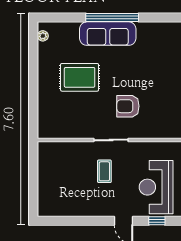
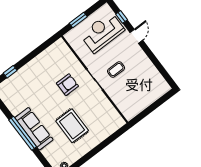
armchair: (128, 106) -> (67, 85), turned -90
reception desk: (156, 187) -> (102, 32), turned 180

